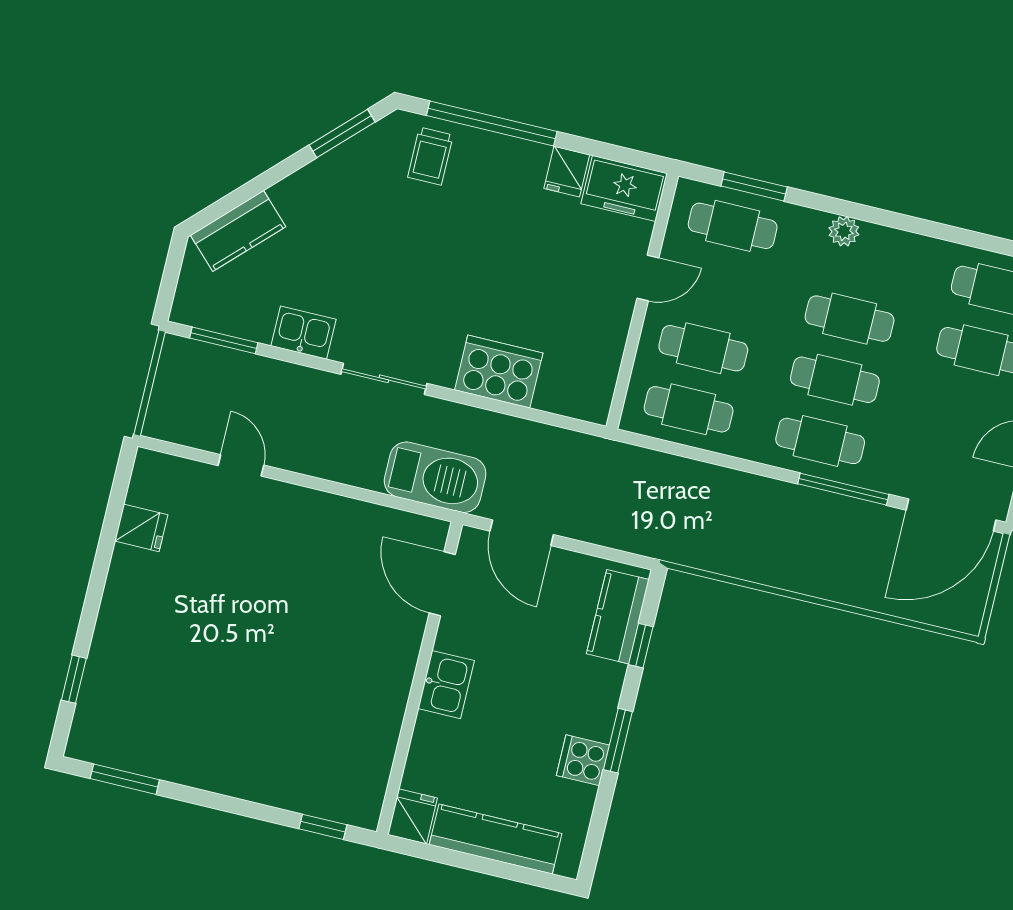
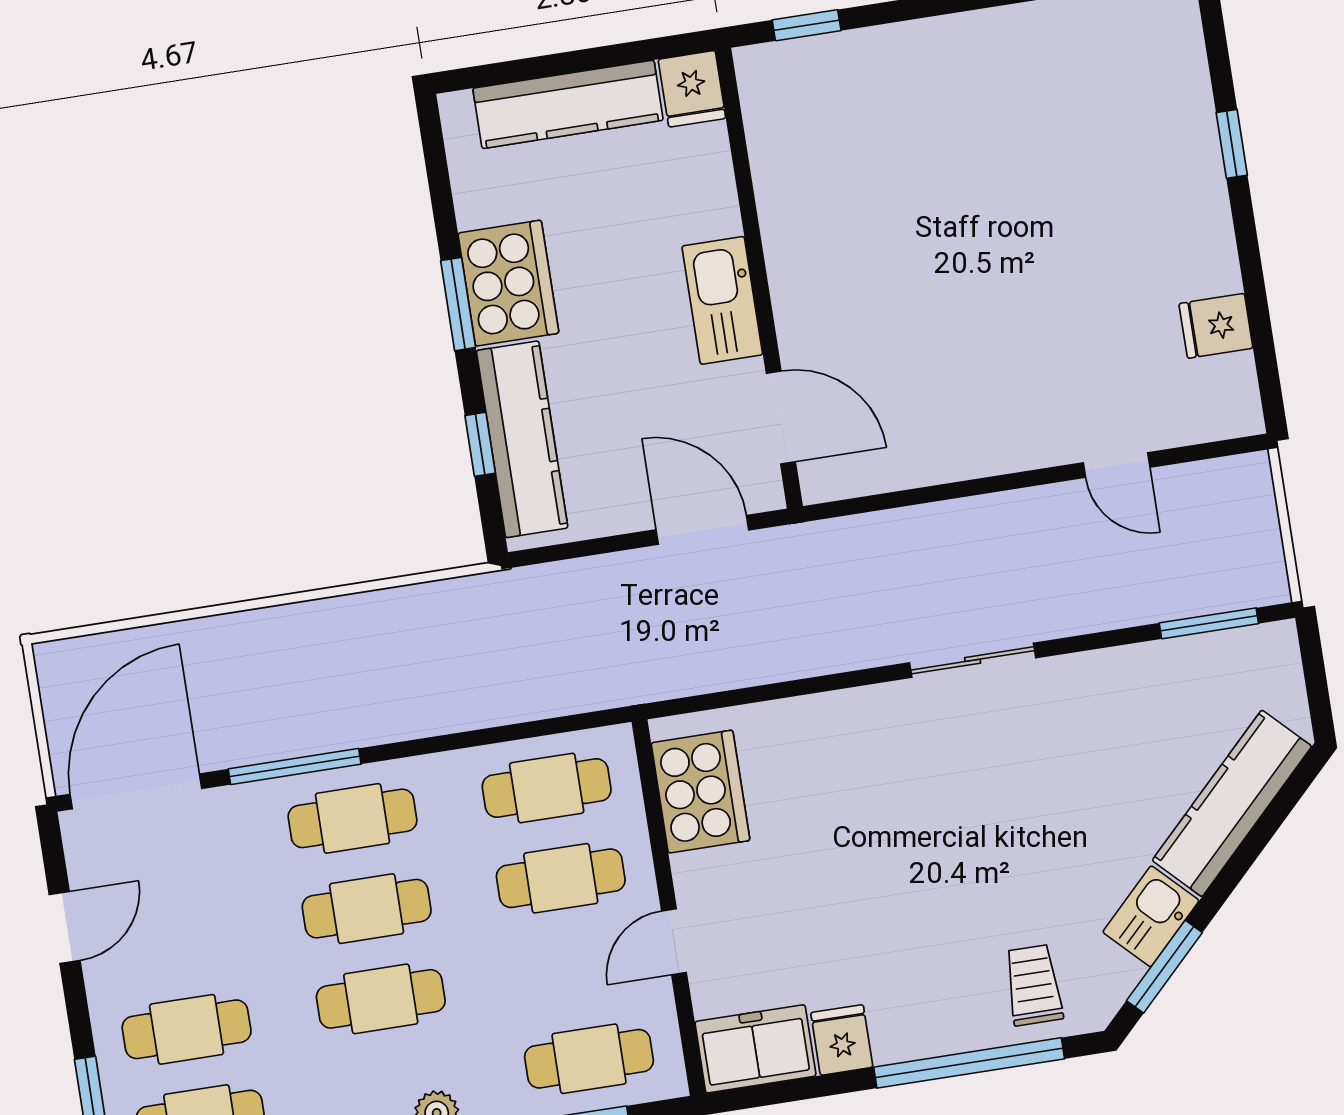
kitchen counter: (238, 231) -> (1232, 803), width x1.50
kitchen sink: (304, 333) -> (1151, 916), moved, turned 135
cooker: (499, 372) -> (700, 792), moved, turned -90
barbecue: (435, 477) -> (849, 557), removed
kitchen counter: (618, 617) -> (522, 439), width x1.50
window: (74, 679) -> (1232, 144), moved
kitchen sink: (446, 685) -> (722, 300), width x1.38
cooker: (583, 760) -> (508, 283), width x1.87, depth x1.31

